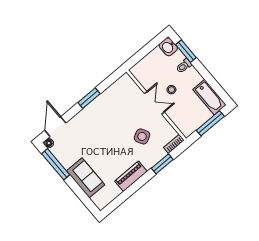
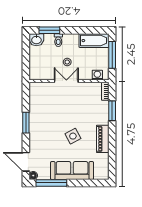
washing machine: (182, 125) -> (97, 75), added
side table: (142, 136) -> (73, 136), moved
sofa: (85, 178) -> (72, 171), width x1.36

